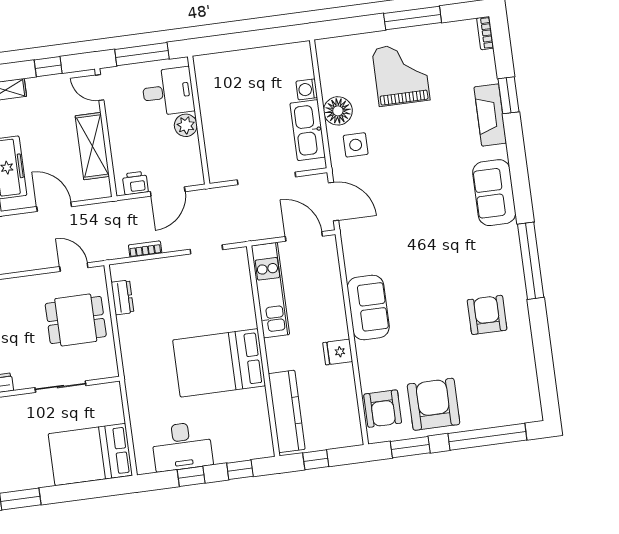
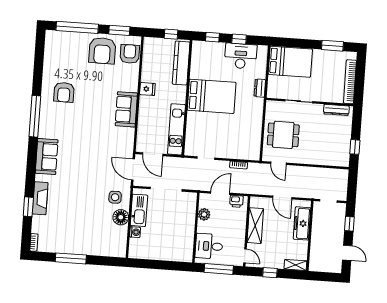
grand piano: (401, 74) -> (83, 230), removed
plant: (186, 125) -> (204, 214), moved
dresser: (122, 297) -> (260, 88), moved

